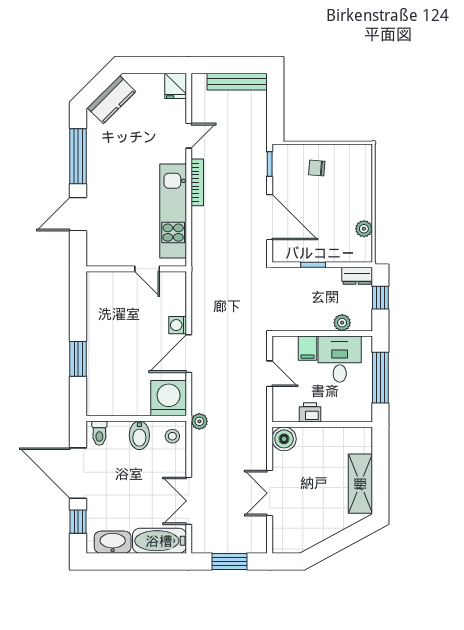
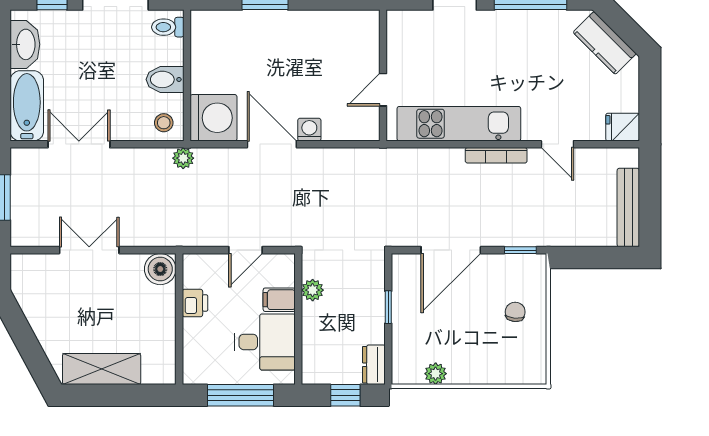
plant: (342, 323) -> (313, 290), moved

